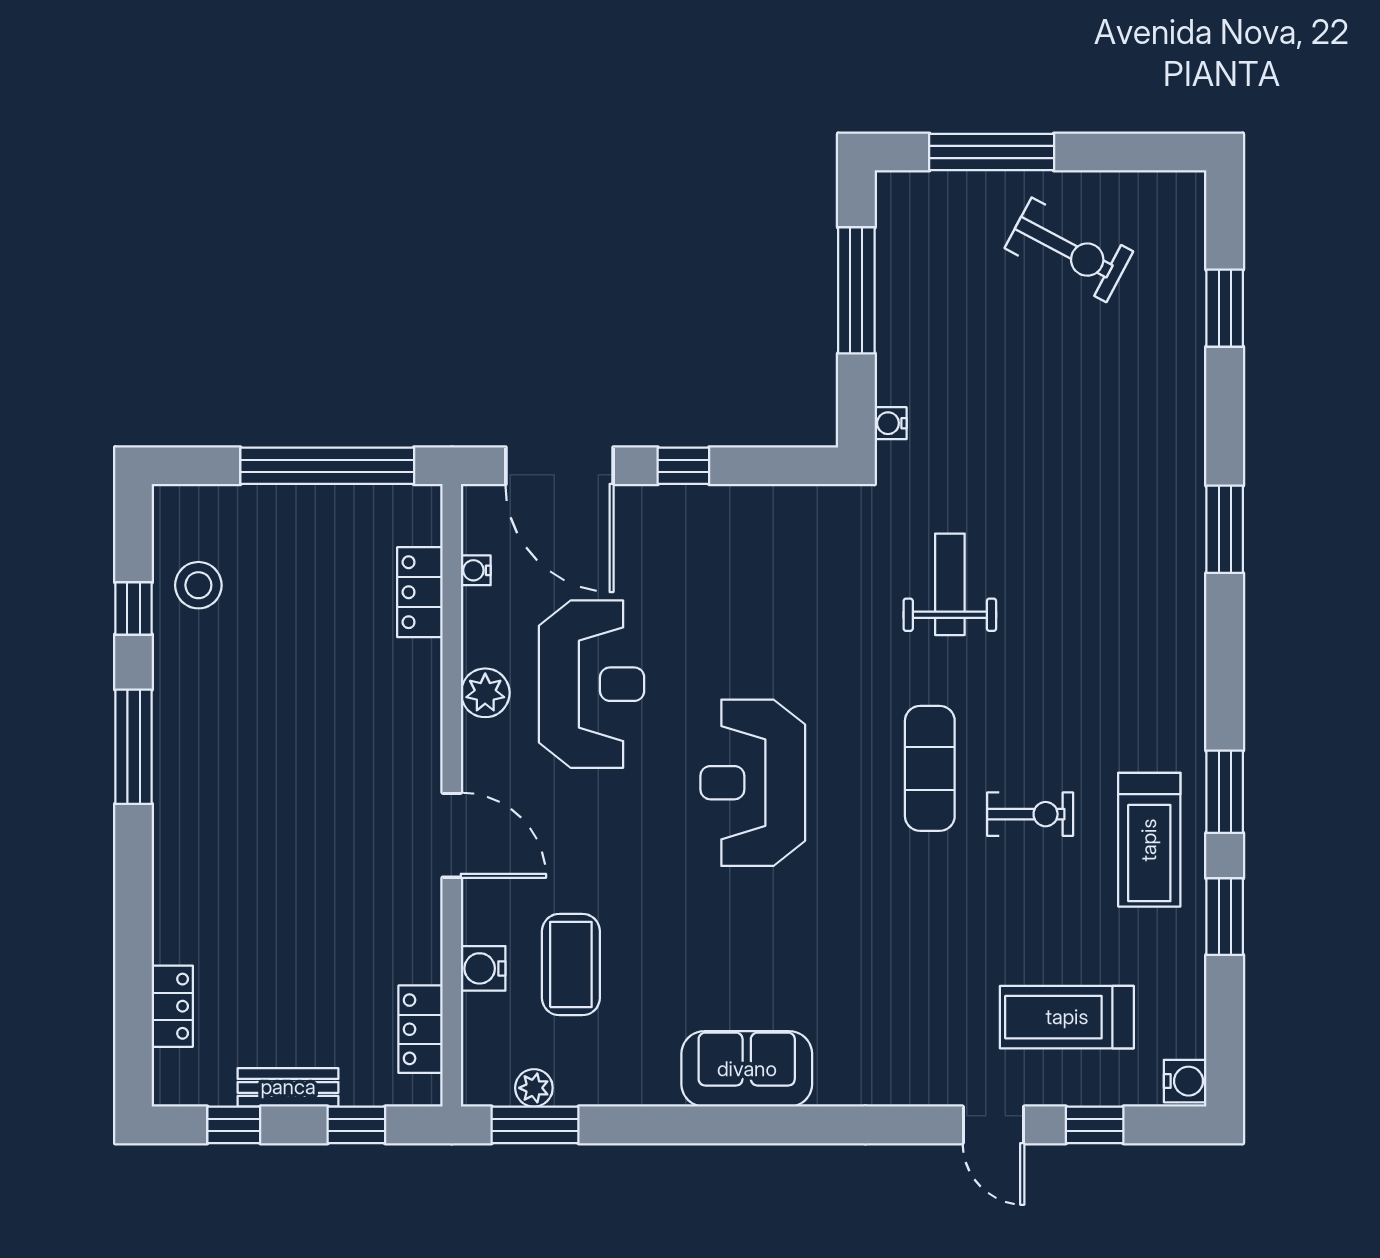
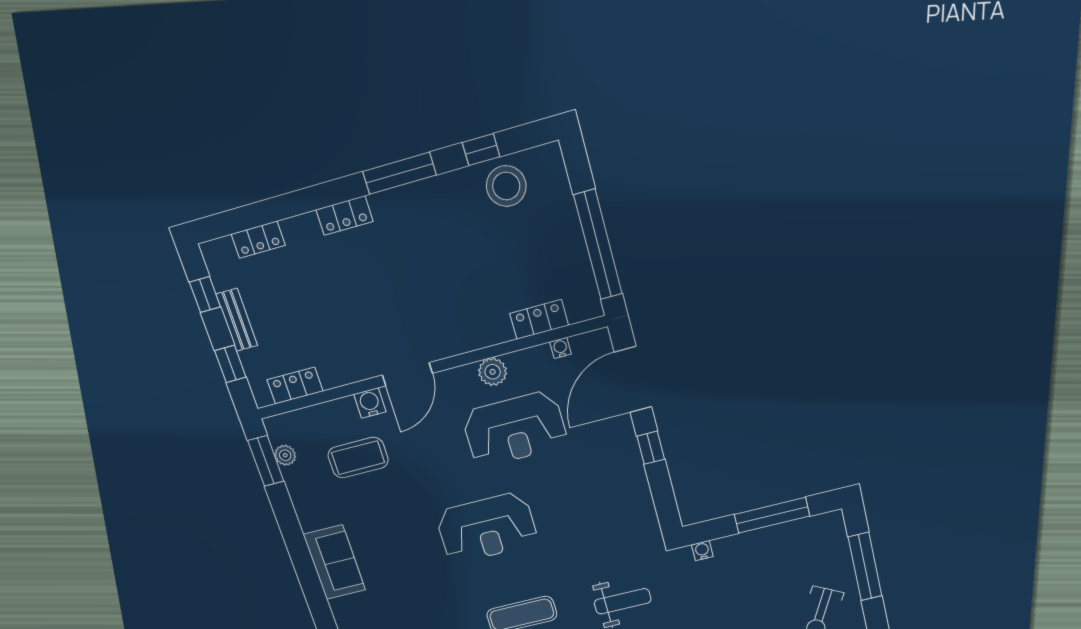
stool: (198, 585) -> (506, 186), width x1.38, depth x1.38
reception desk: (753, 783) -> (487, 528), turned 180
locker: (173, 855) -> (344, 216), added
water cooler: (483, 968) -> (370, 403), moved

